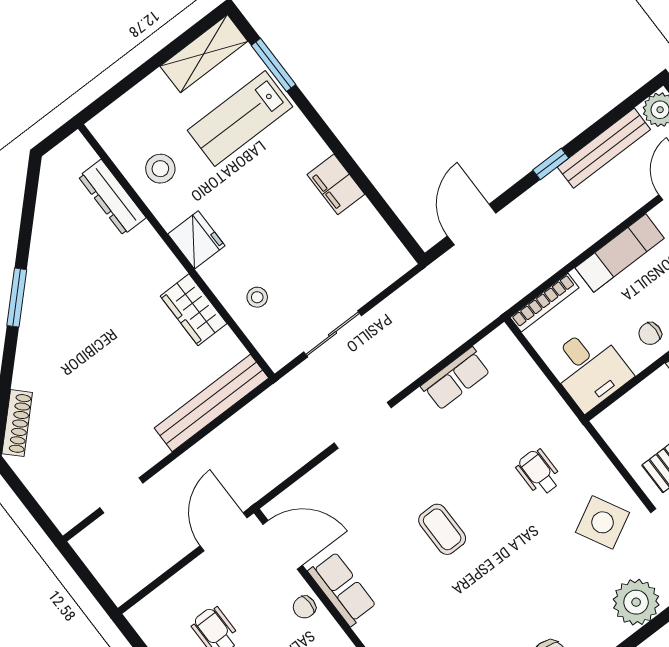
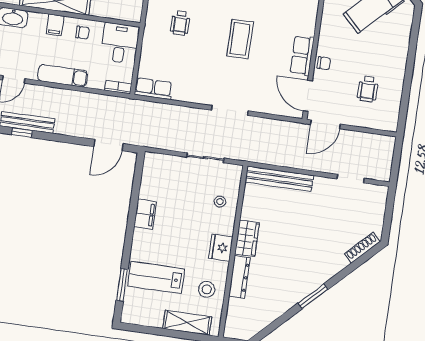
shelving: (204, 54) -> (187, 323), moved
lab bench: (240, 119) -> (156, 277), turned 180
window: (551, 164) -> (22, 133), moved
dresser: (112, 197) -> (239, 277), moved
bookcase: (545, 303) -> (118, 87), width x0.64
wardrobe: (194, 310) -> (247, 238), moved
row of seats: (456, 379) -> (153, 89), moved
coffee table: (442, 529) -> (240, 39), width x1.36, depth x1.30

